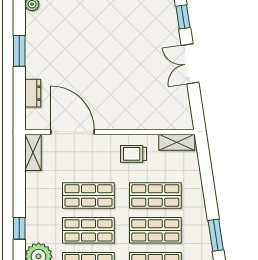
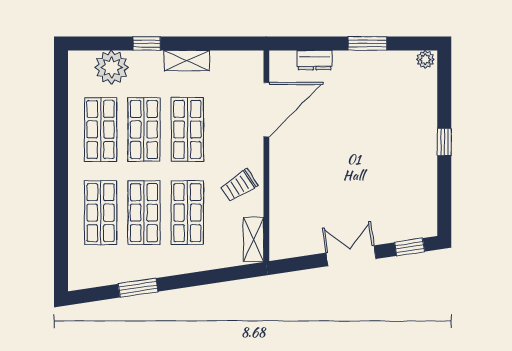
shelving: (33, 152) -> (187, 61), moved
trolley: (133, 154) -> (239, 185), turned -123

